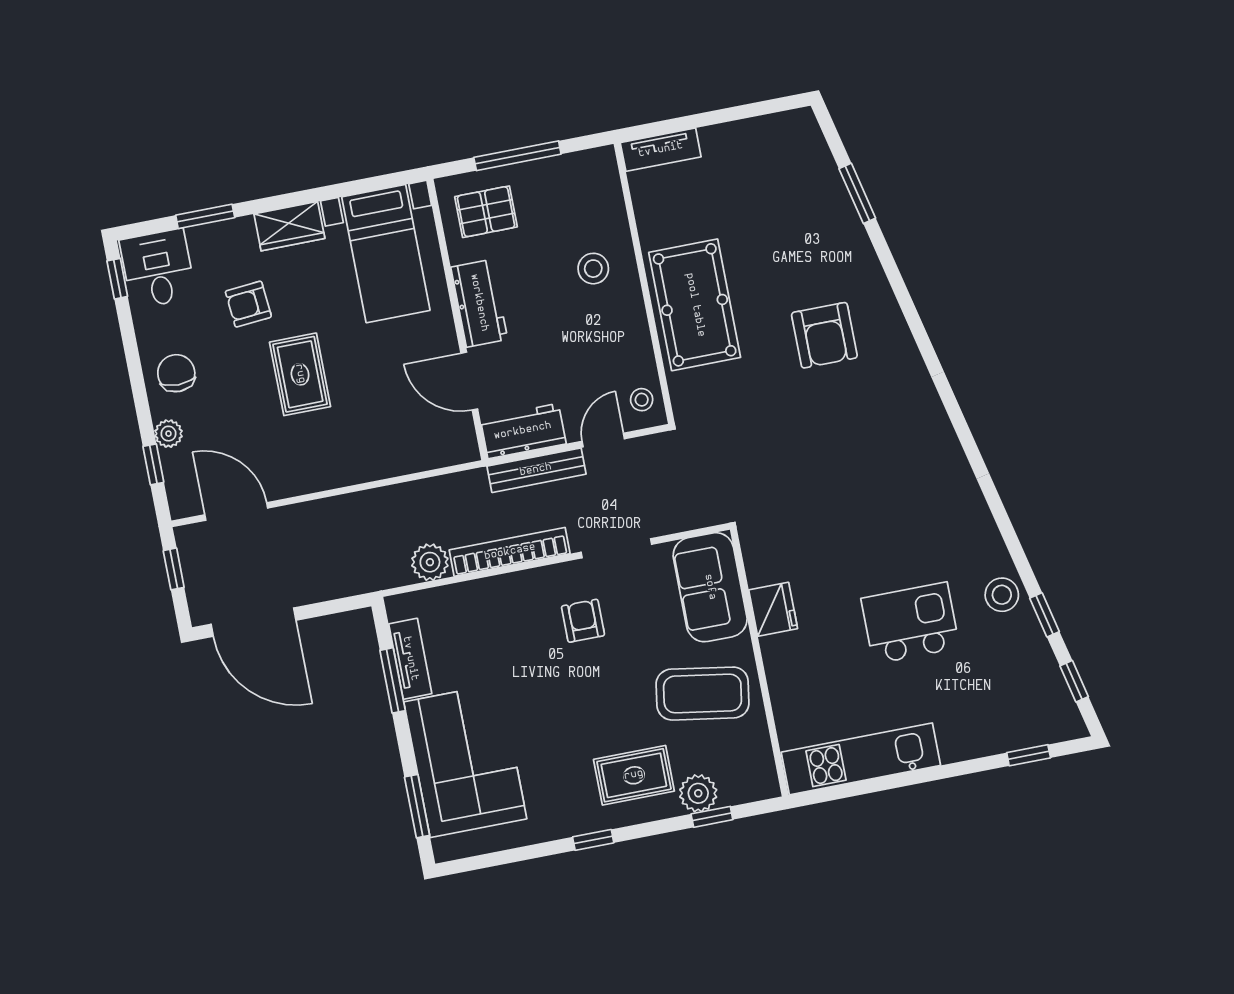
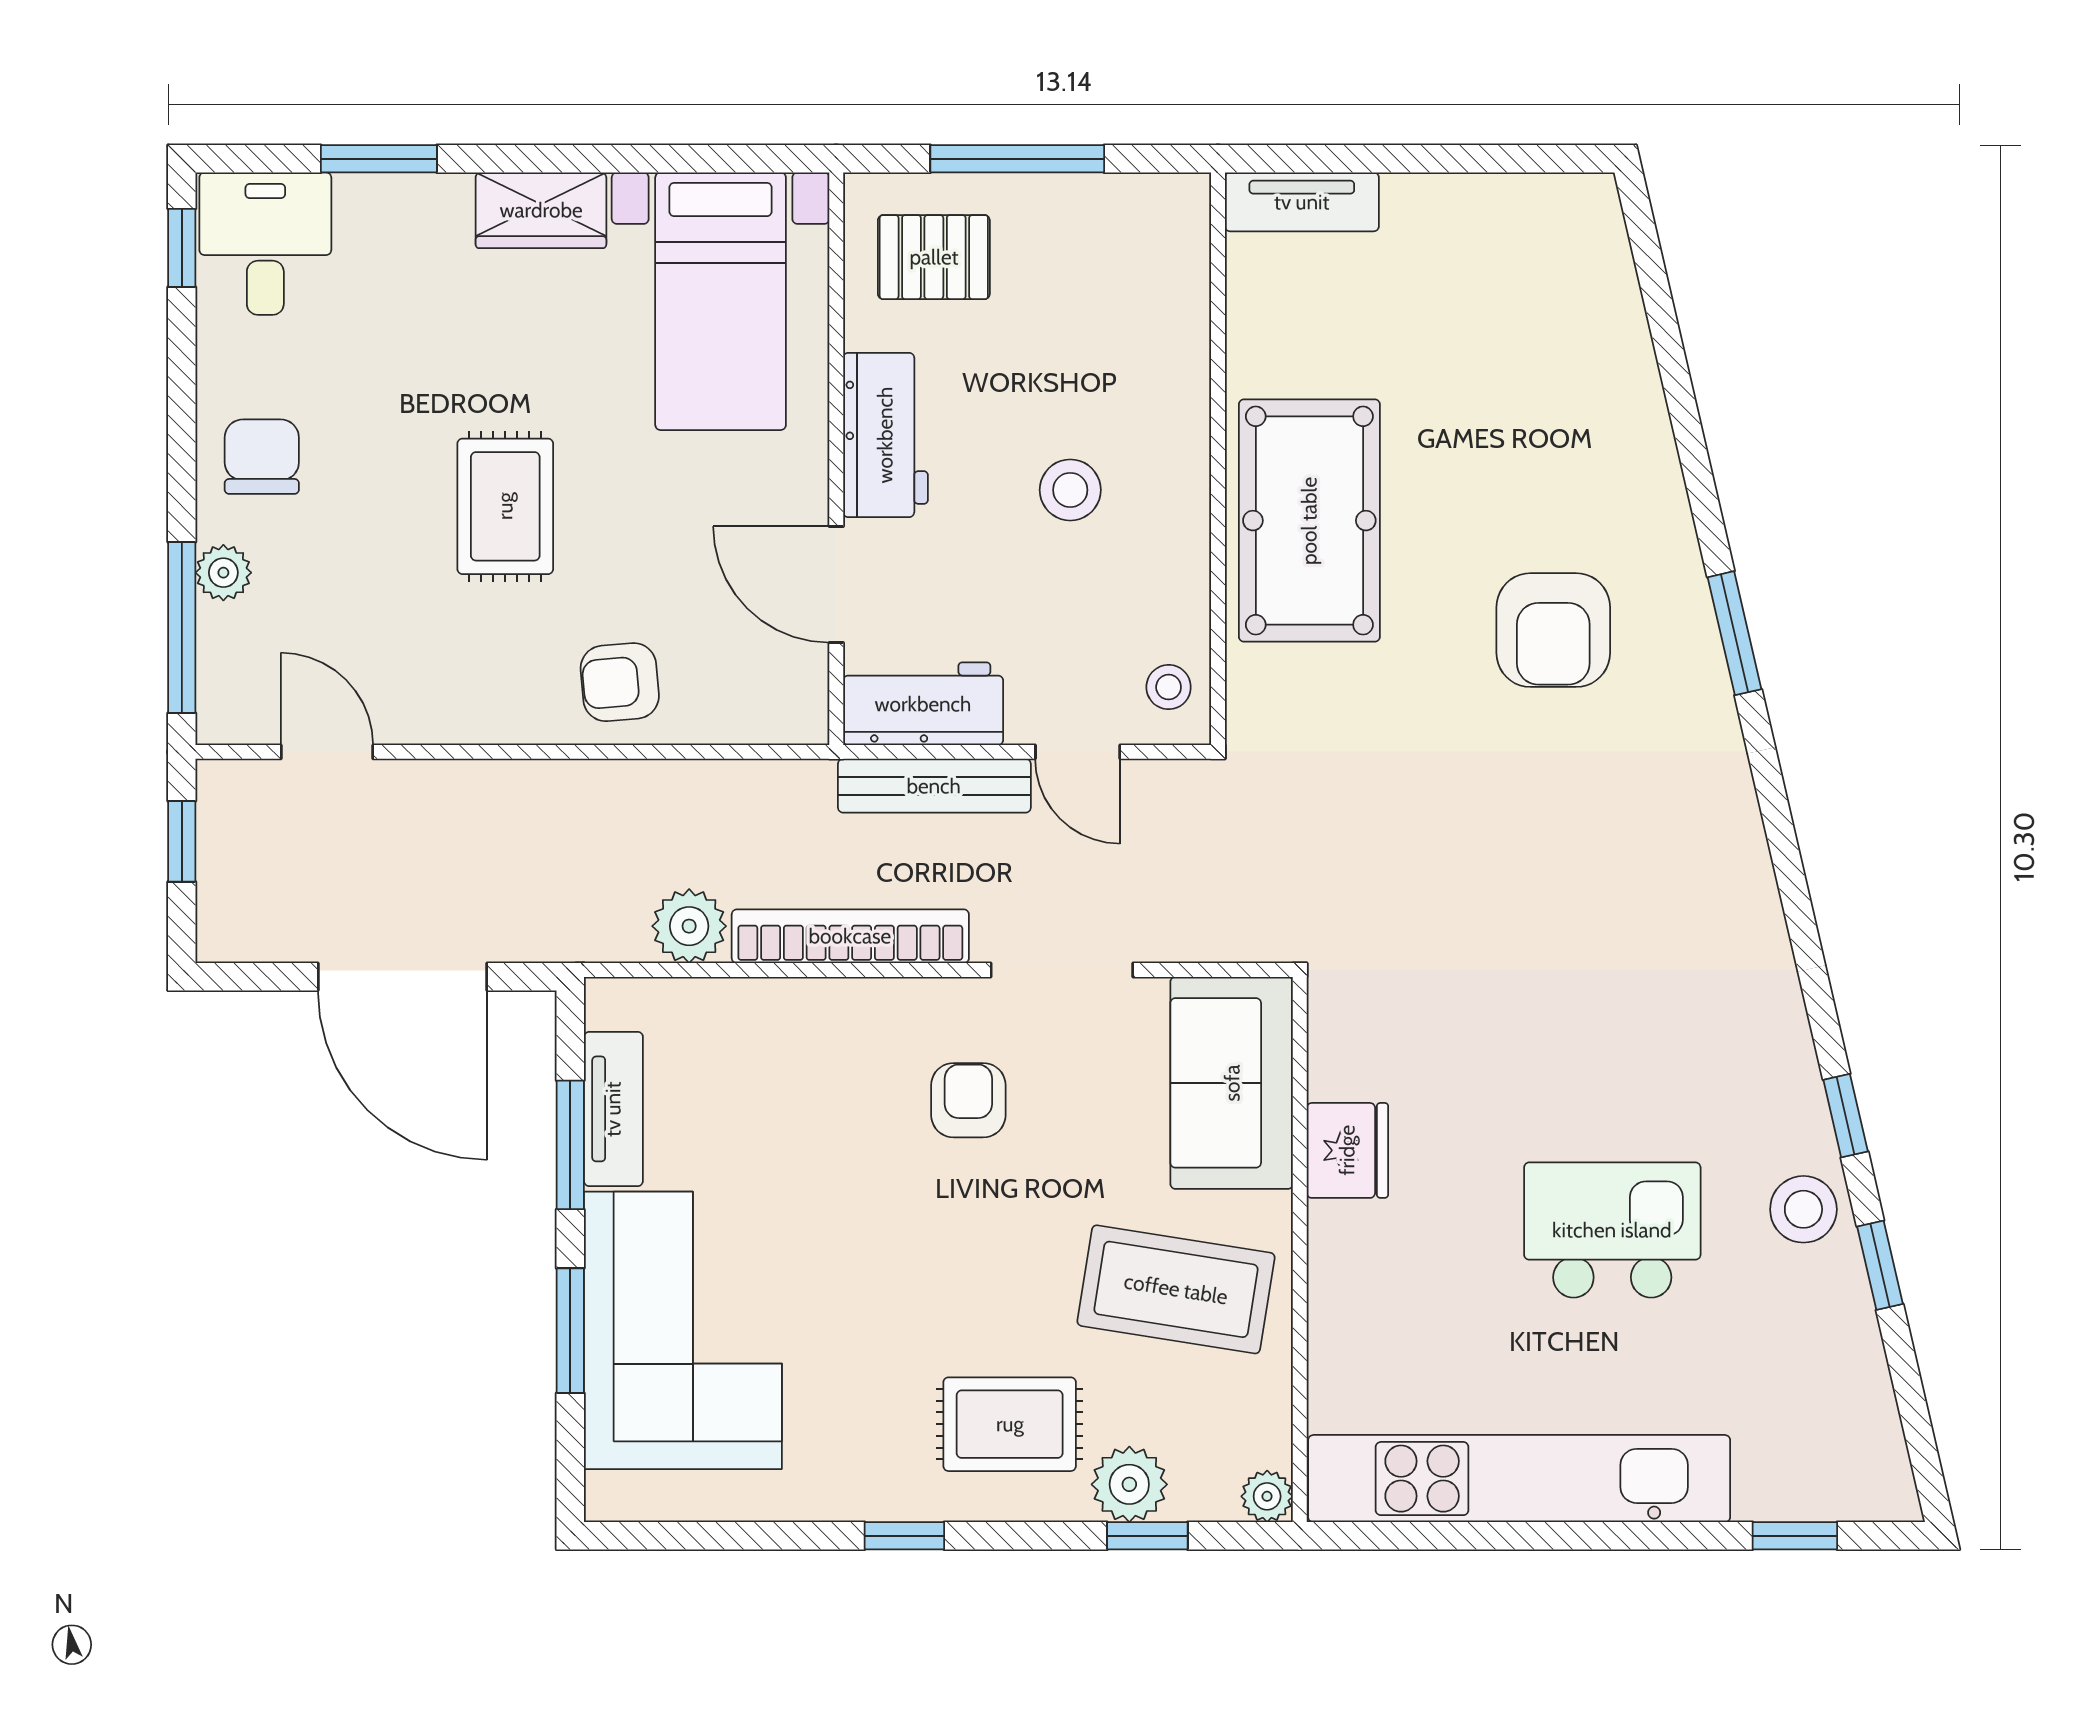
window: (857, 193) -> (1735, 633), moved
stool: (593, 269) -> (1070, 490), moved
armchair: (248, 304) -> (620, 682), moved
door: (603, 440) -> (1078, 752), swing flipped
window: (153, 464) -> (182, 628), width x2.17
door: (236, 511) -> (327, 752), width x0.73
door: (254, 622) -> (402, 977), moved
window: (1074, 681) -> (1846, 1116), moved
kitchen unit: (861, 759) -> (1519, 1479), width x1.36
plant: (767, 786) -> (1267, 1496), added
window: (417, 806) -> (570, 1331), moved

